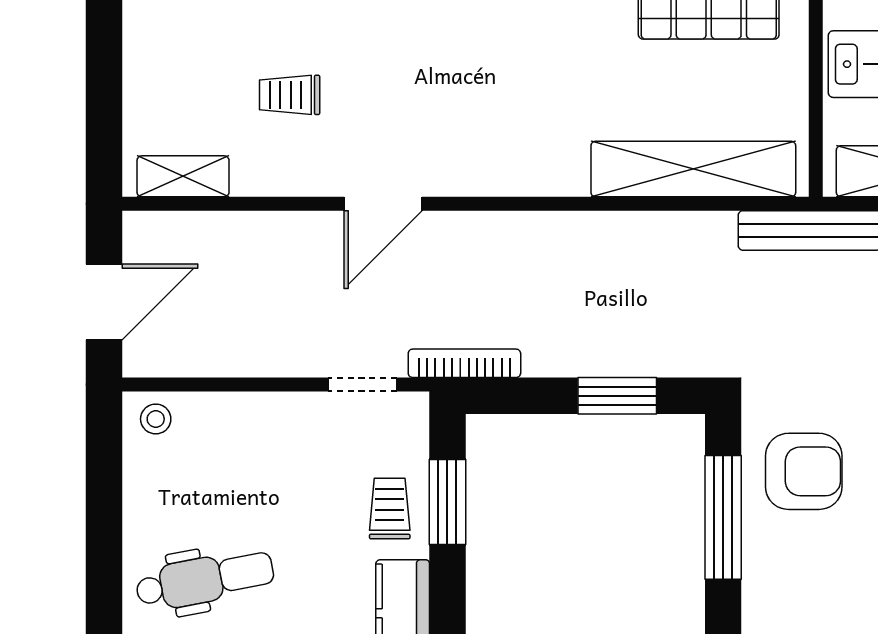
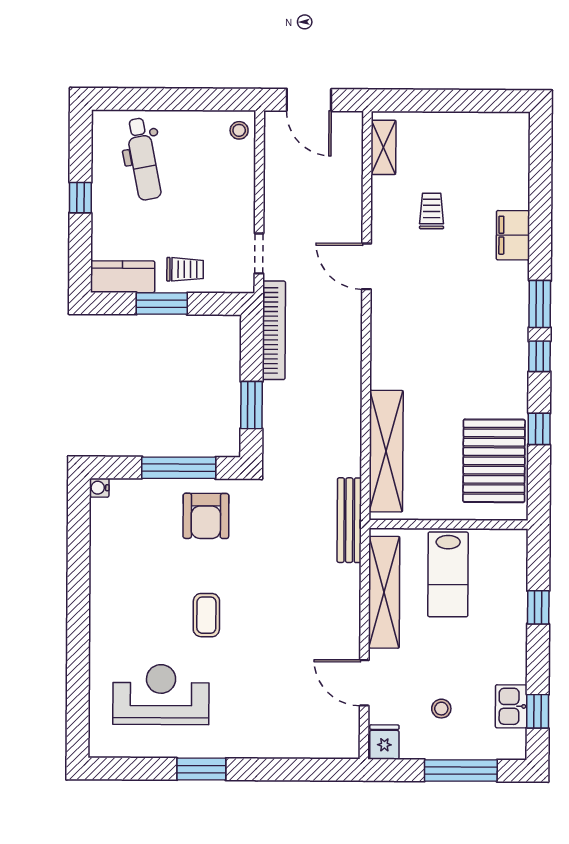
bookcase: (464, 363) -> (274, 330), width x1.48, depth x1.31
window: (447, 502) -> (162, 304), moved

